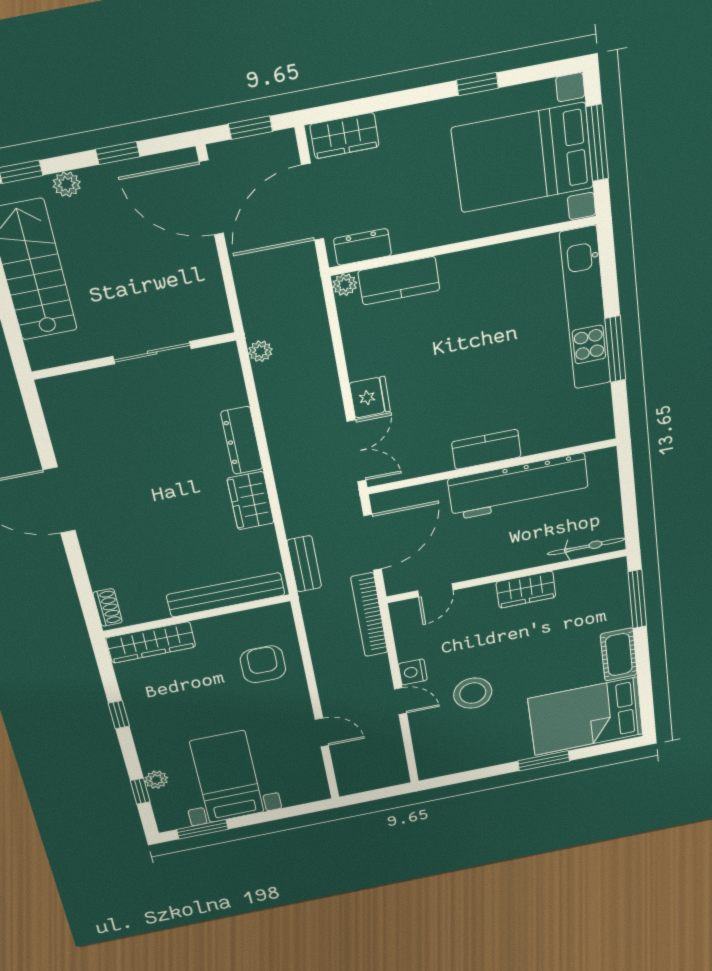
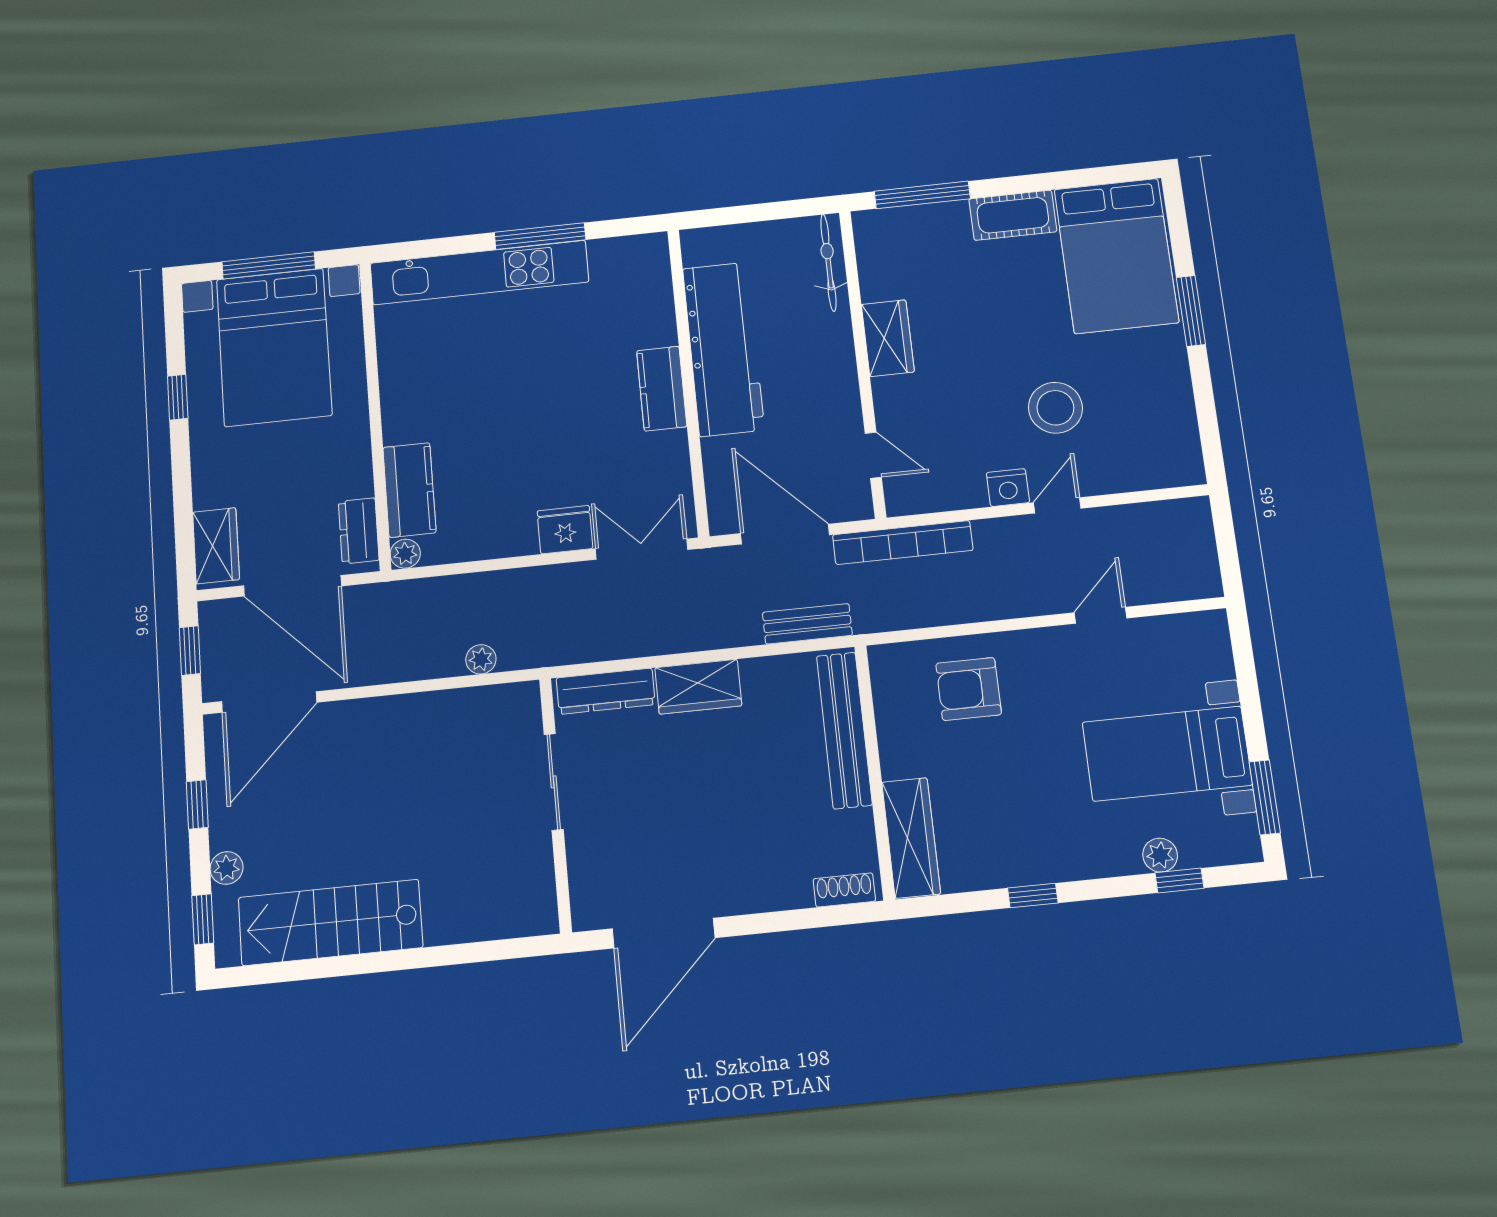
sliding door: (152, 353) -> (554, 782), moved
wall: (134, 356) -> (556, 804), moved

